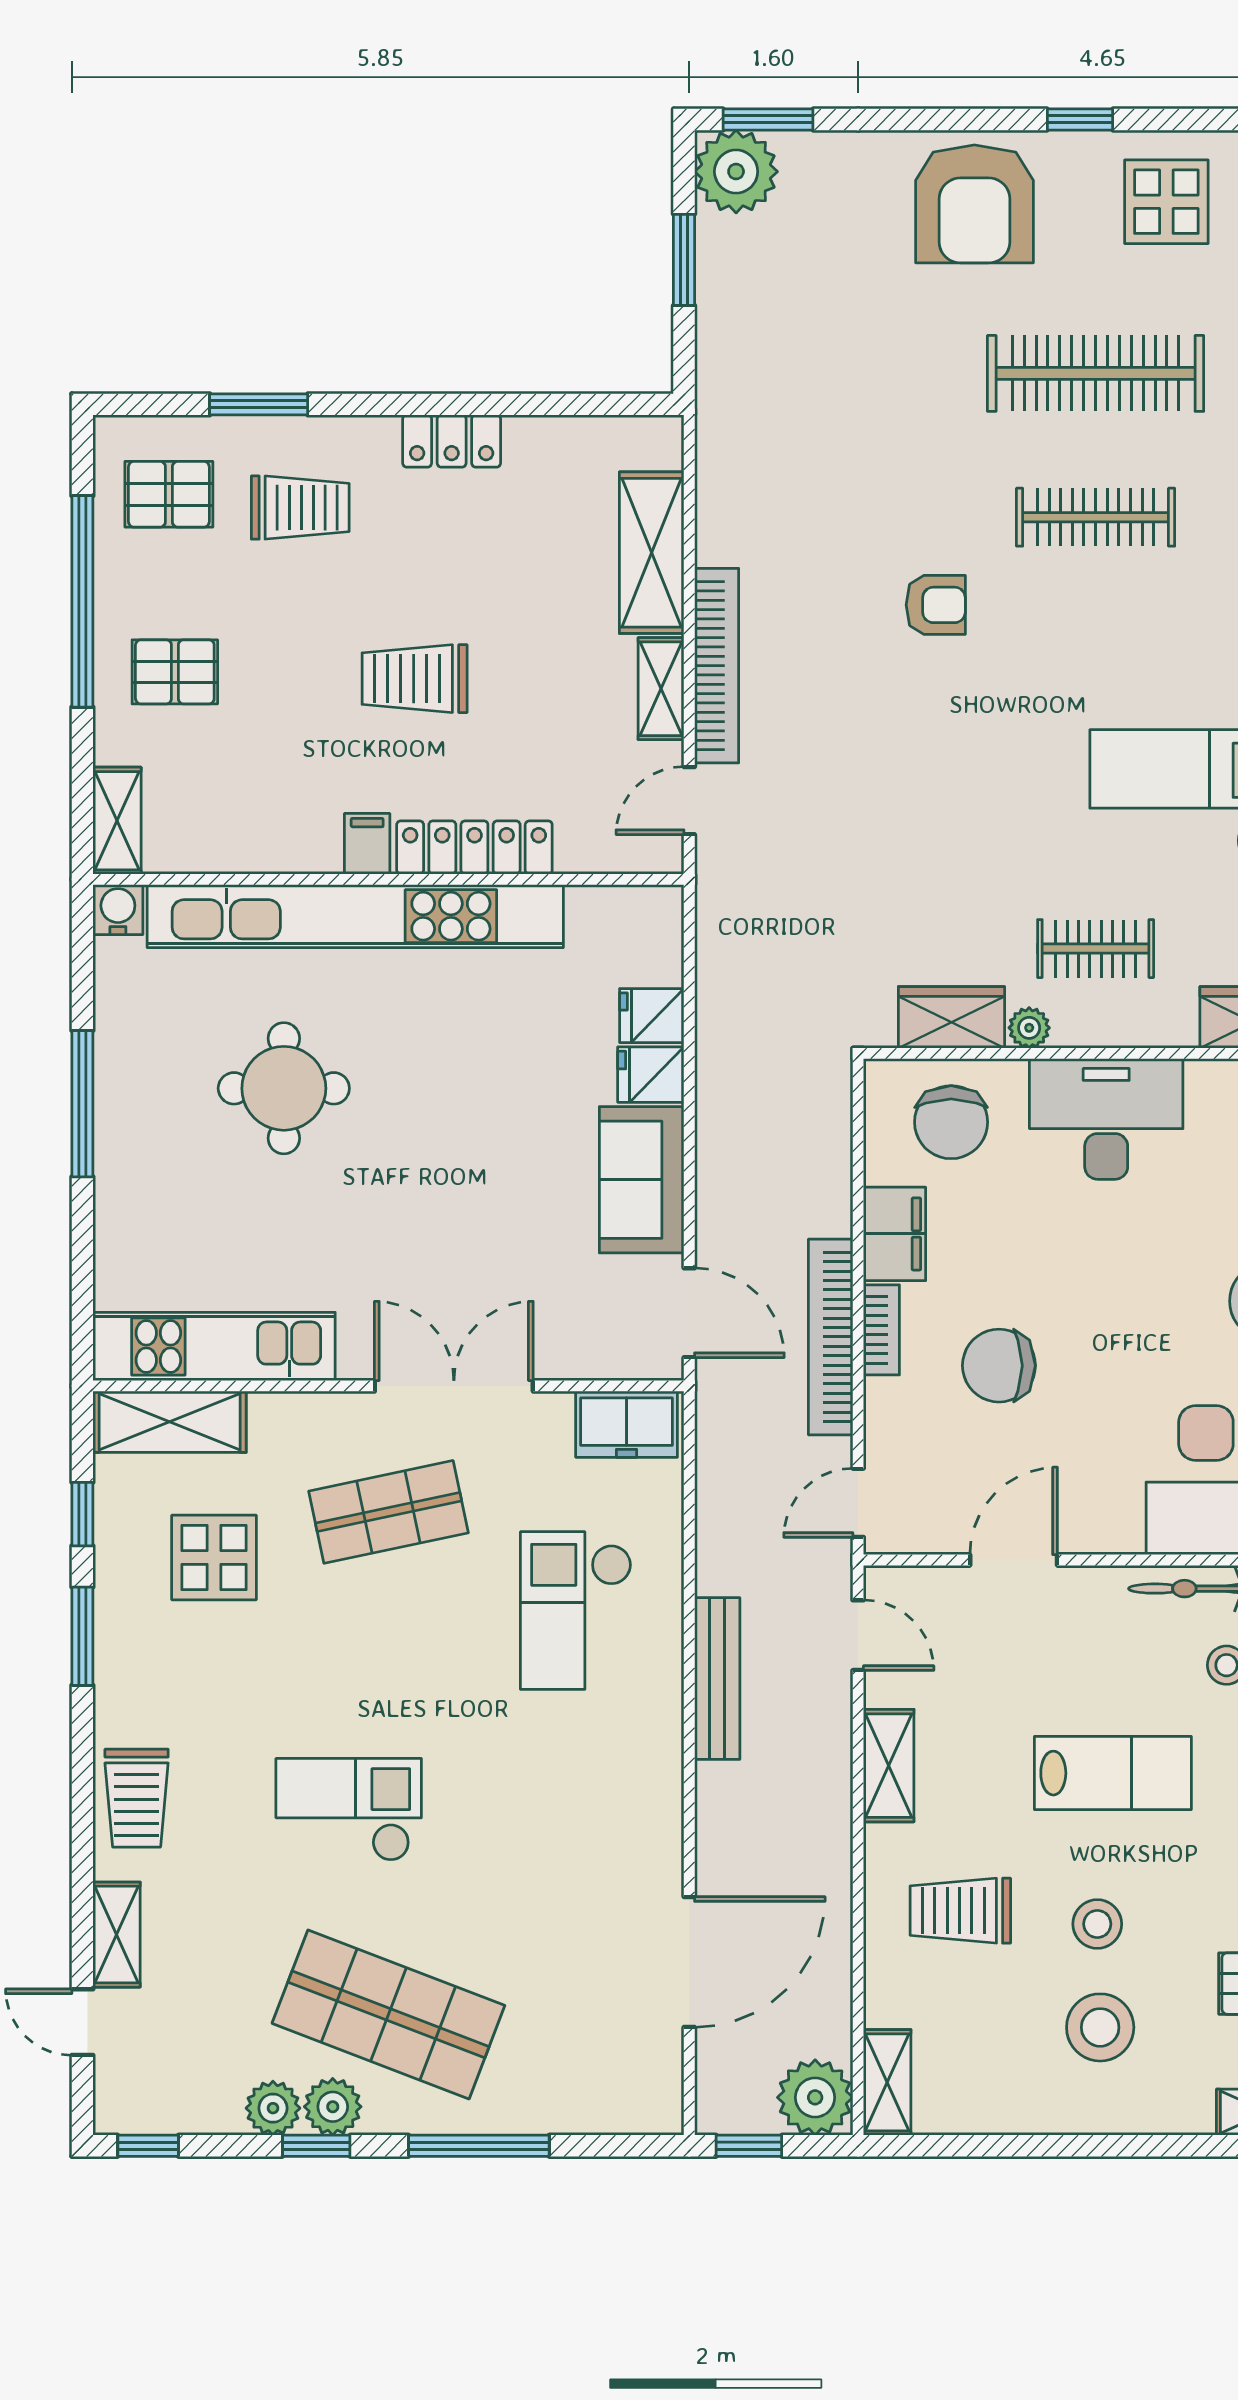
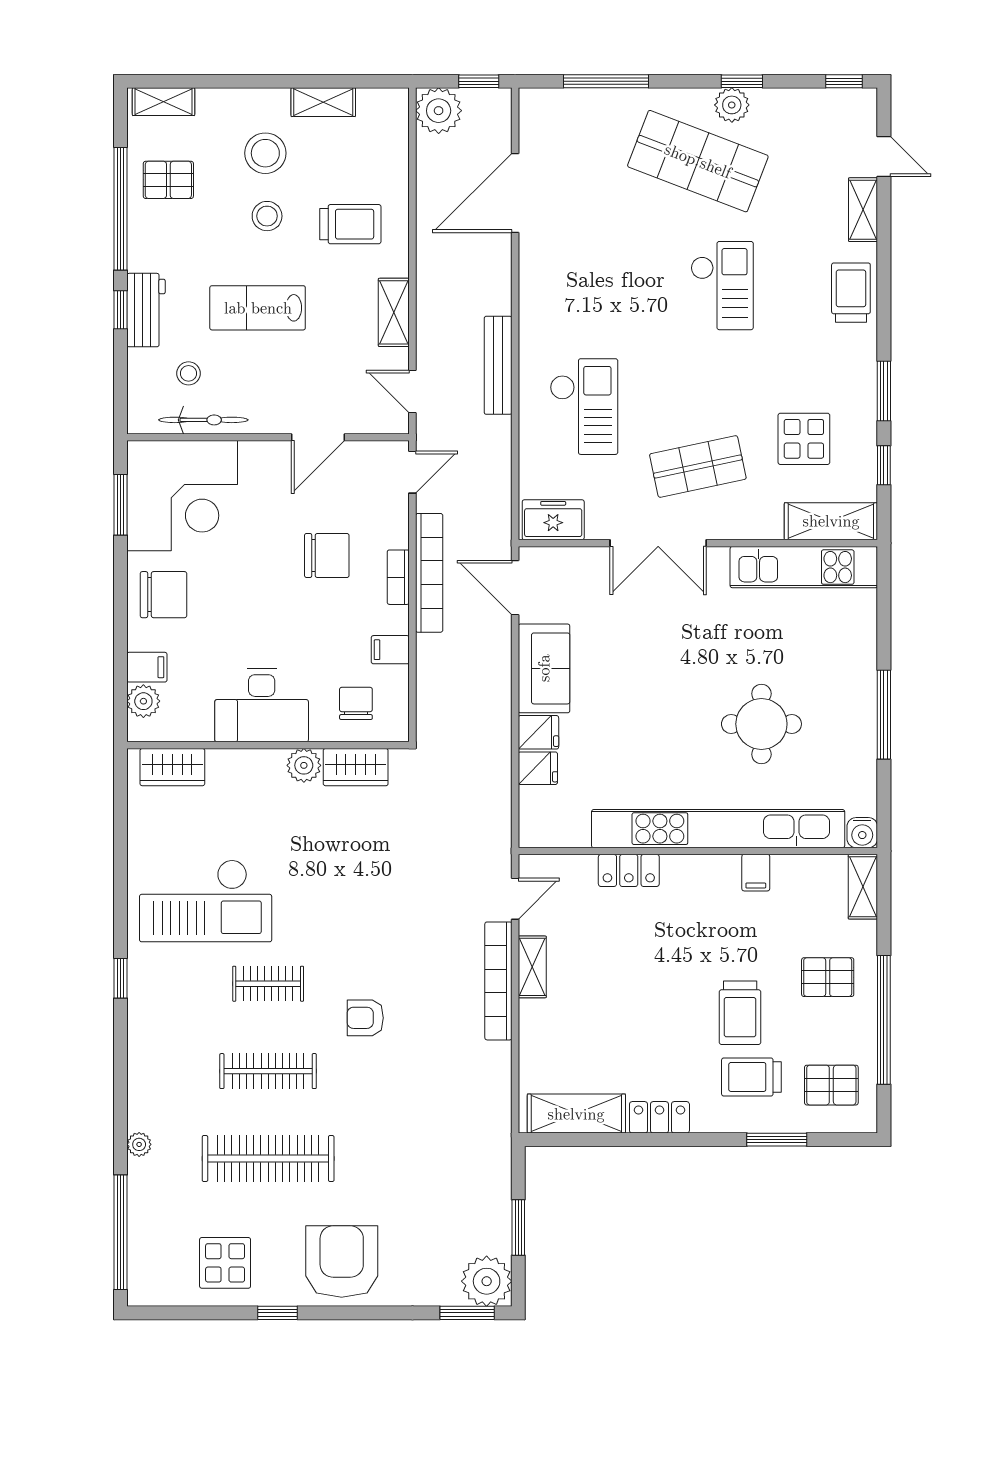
shelving: (652, 553) -> (576, 1114), moved, turned 90
trolley: (415, 679) -> (740, 1013), moved, turned 90
filing cabinet: (367, 844) -> (756, 873), moved
locker: (474, 847) -> (629, 870), width x0.66
clothes rail: (1096, 949) -> (268, 984), moved
plant: (1029, 1028) -> (304, 765), width x1.38, depth x1.38
chair: (951, 1122) -> (356, 703), width x0.73, depth x0.73
filing cabinet: (895, 1234) -> (390, 650), width x0.50
checkout: (349, 1810) -> (722, 286), turned -90
shelving: (887, 2082) -> (323, 102), moved, turned 90
plant: (273, 2108) -> (768, 104), removed
window: (479, 2146) -> (606, 81), moved

